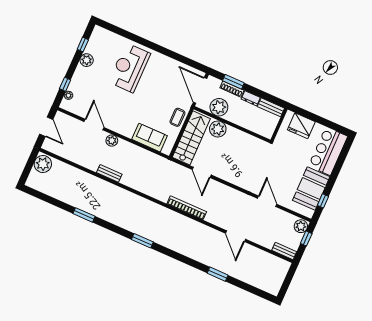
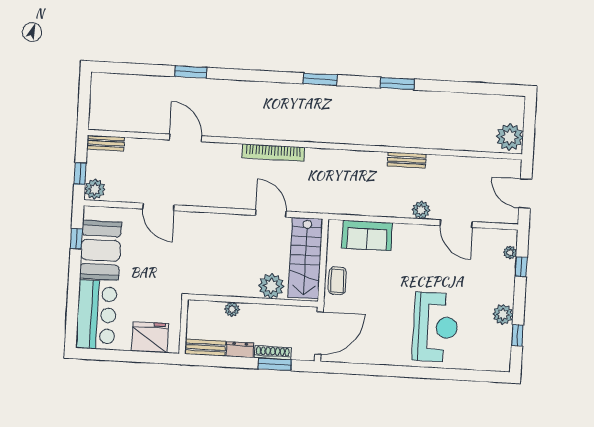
door: (200, 90) -> (319, 333), hinge flipped
plant: (219, 107) -> (232, 309), moved, width x0.53, depth x0.53
window: (84, 215) -> (397, 84), moved

